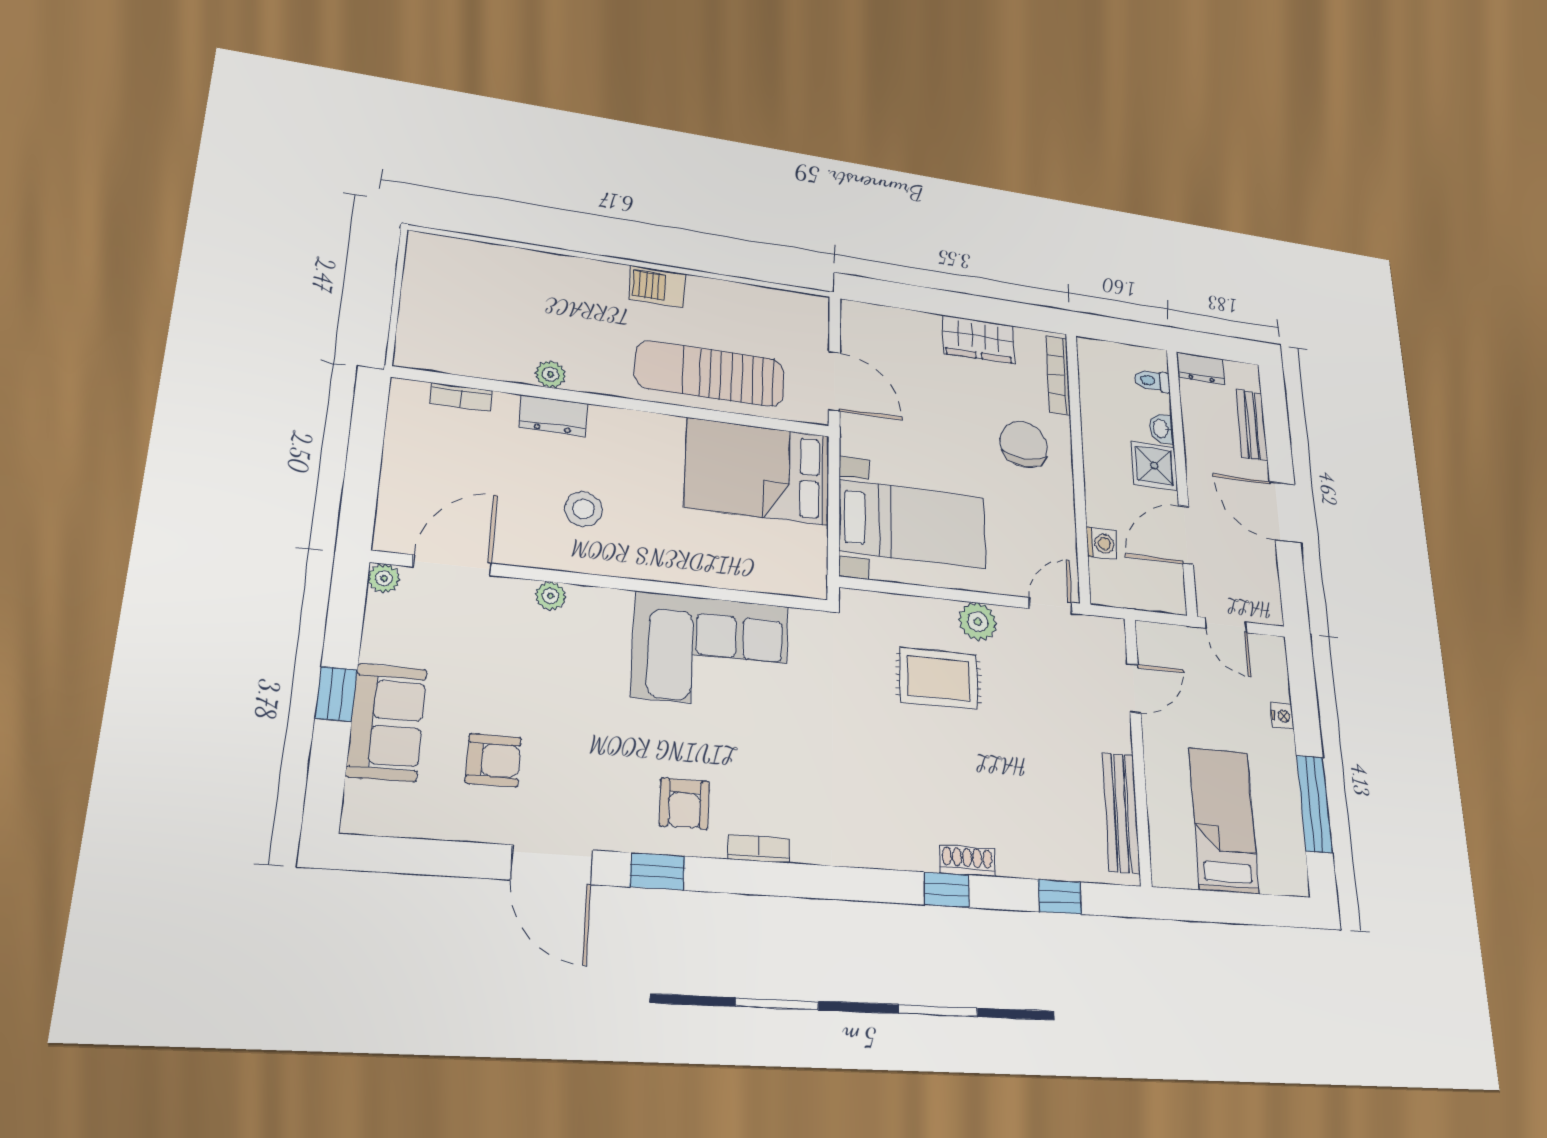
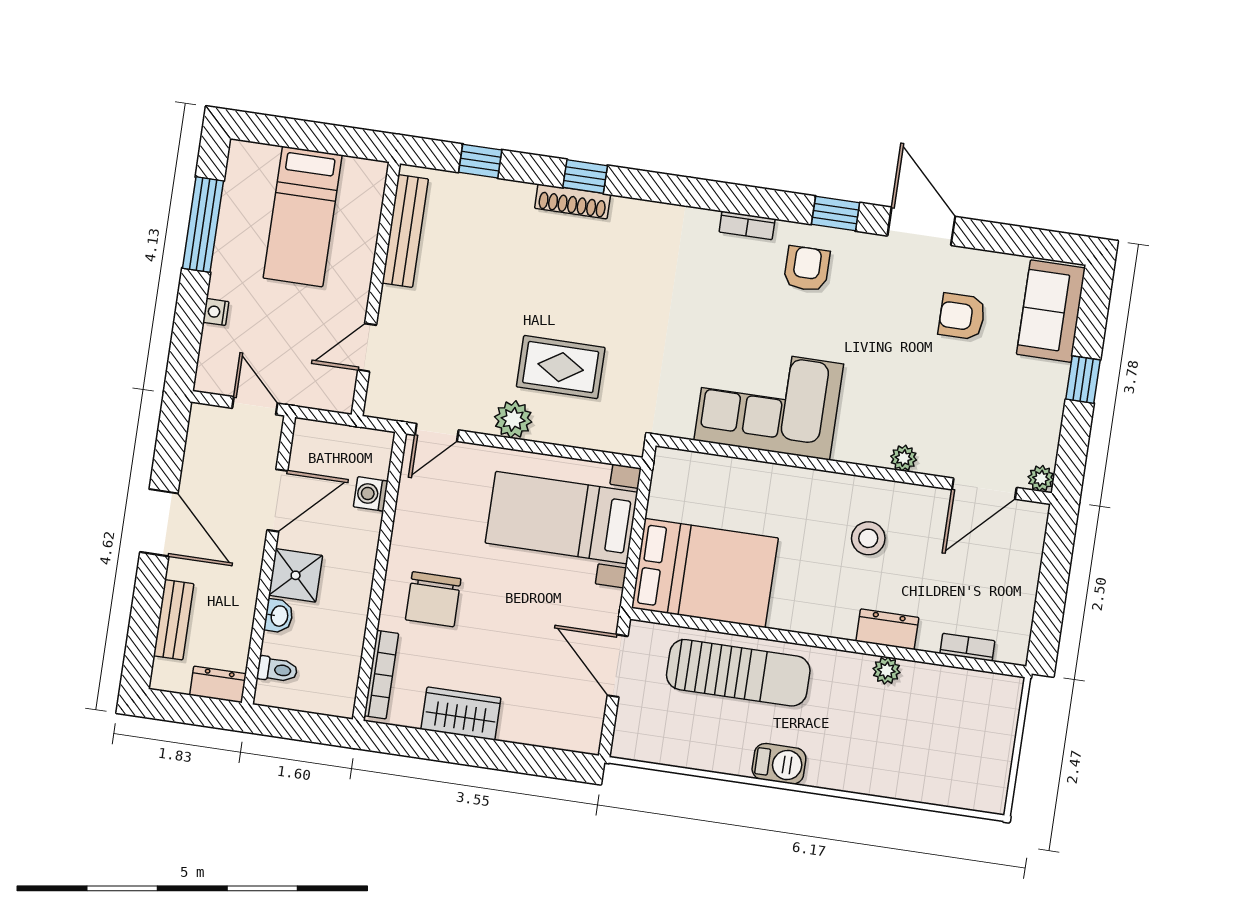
sofa: (387, 722) -> (1051, 311), moved
shoe rack: (967, 861) -> (573, 201), width x1.43

